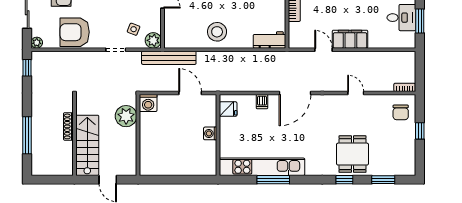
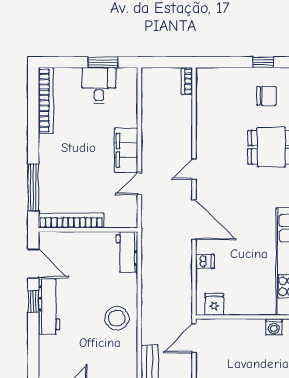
door: (190, 93) -> (194, 338), moved
door: (356, 93) -> (194, 169), moved
chair: (401, 112) -> (267, 96), moved
window: (420, 131) -> (263, 62), moved
washing machine: (210, 133) -> (274, 327), moved

